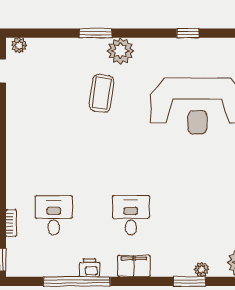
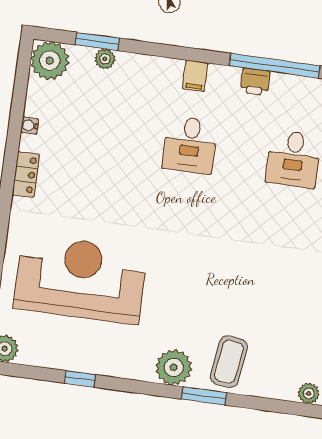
coffee table: (101, 93) -> (229, 362), moved
filing cabinet: (134, 266) -> (195, 76), width x0.50
window: (189, 281) -> (97, 41), moved

